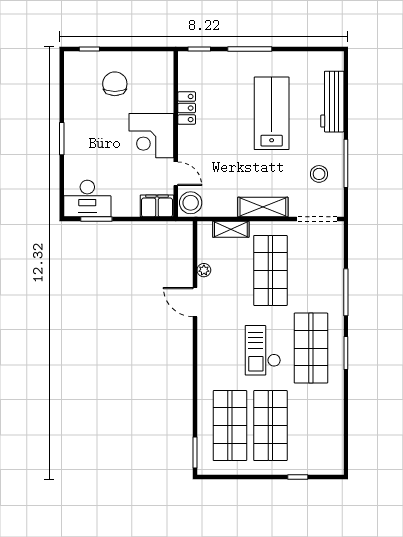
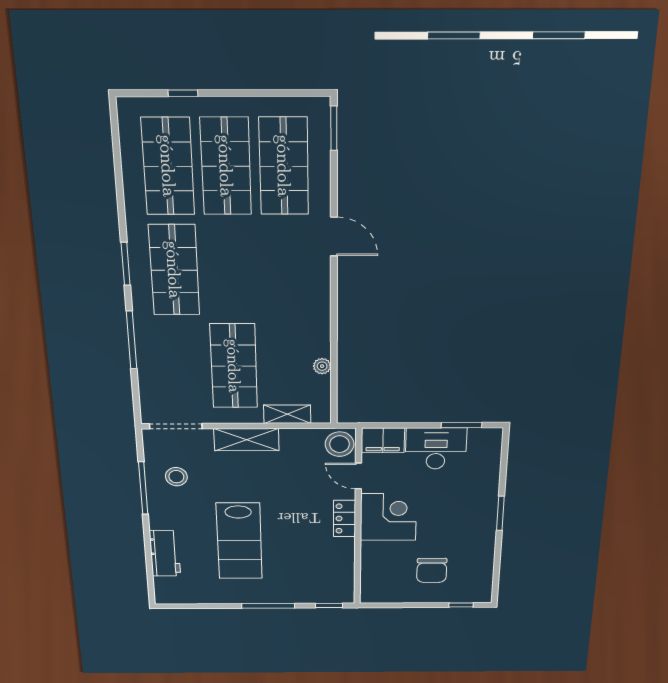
workbench: (332, 102) -> (165, 553), width x0.73
locker: (187, 108) -> (344, 519), moved
desk: (87, 199) -> (436, 448), moved
door: (195, 302) -> (334, 237), moved
checkout: (263, 350) -> (240, 267), removed
shop shelf: (311, 426) -> (168, 166), added

